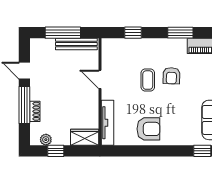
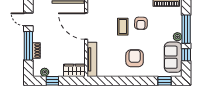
door: (100, 79) -> (86, 26), width x1.88
armchair: (148, 129) -> (135, 58), moved, turned -90

